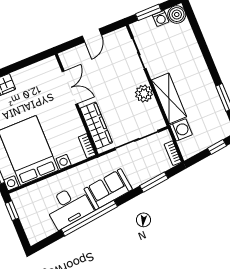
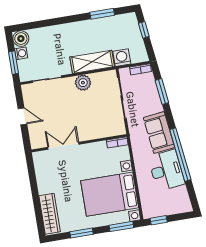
wardrobe: (96, 126) -> (101, 130), removed

